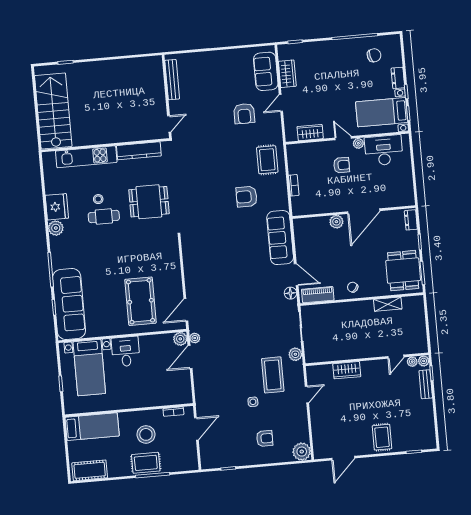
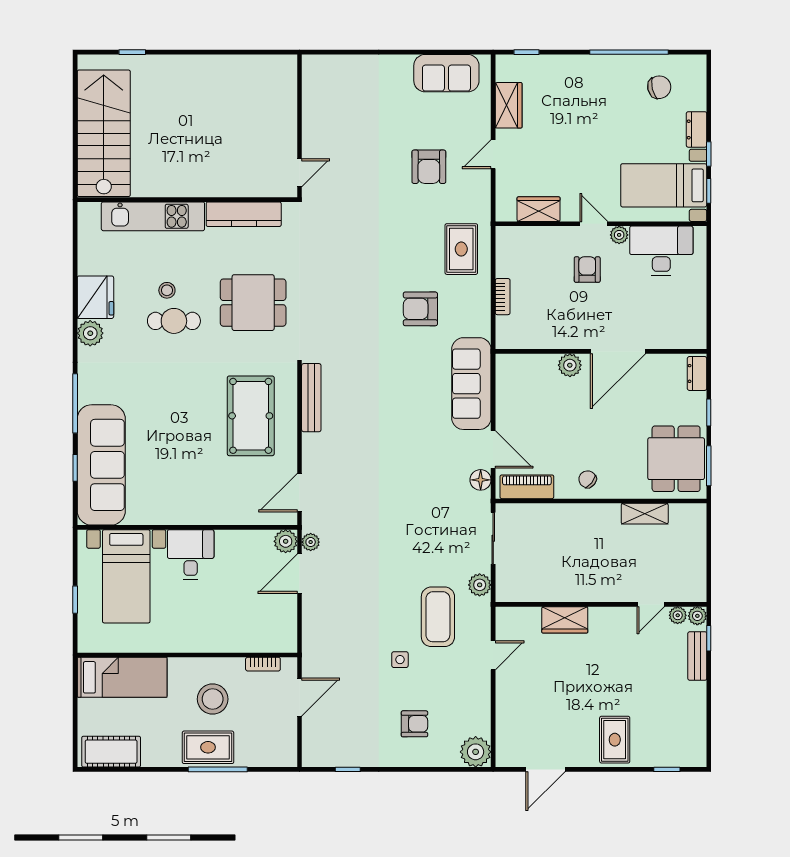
sofa: (266, 71) -> (446, 73), moved, turned -90
bench: (172, 80) -> (311, 398), moved
armchair: (342, 165) -> (587, 270), turned -90
pool table: (140, 301) -> (251, 416), moved

